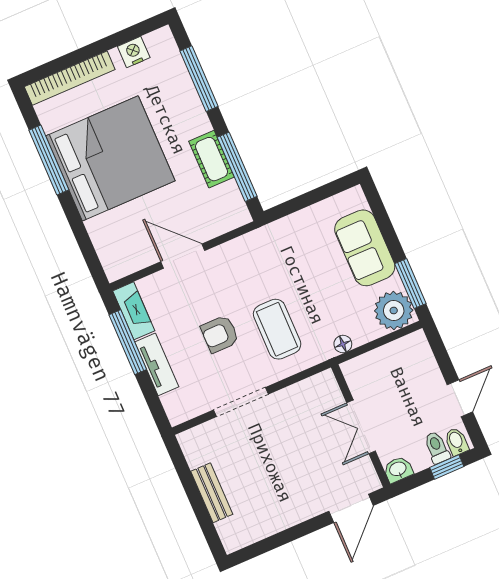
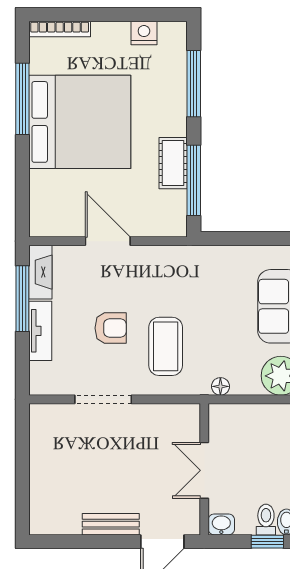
bookcase: (70, 78) -> (60, 29), width x0.68, depth x0.76
armchair: (220, 334) -> (111, 328), turned 180
bench: (212, 493) -> (111, 524), moved, turned 90

